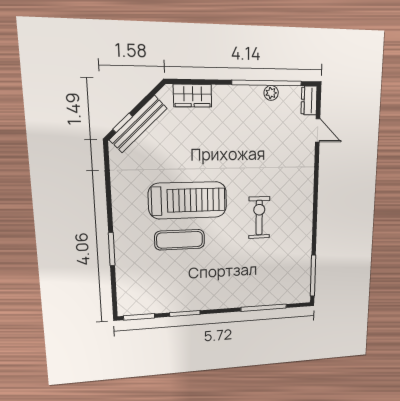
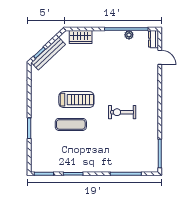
treadmill: (188, 200) -> (76, 100), width x0.73, depth x0.73
exercise bike: (259, 218) -> (122, 112), turned -90

